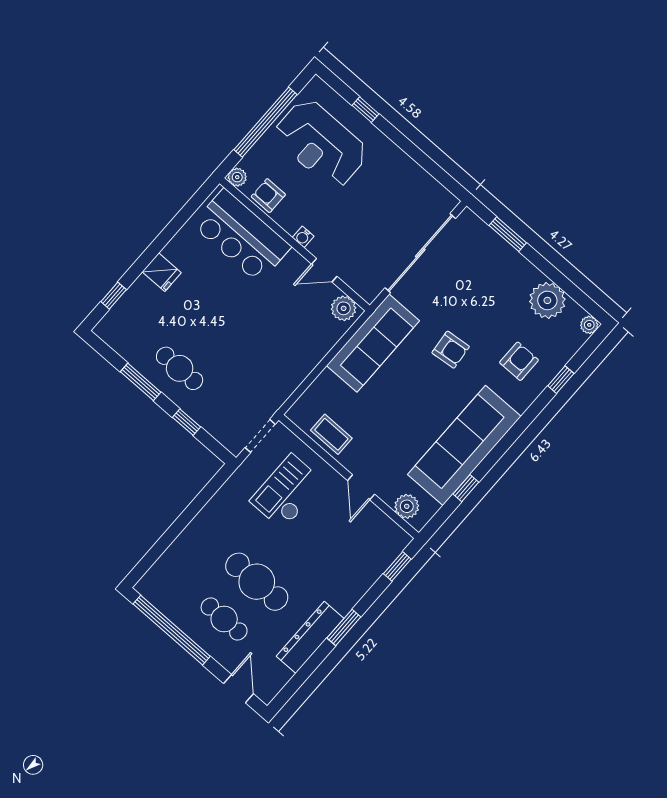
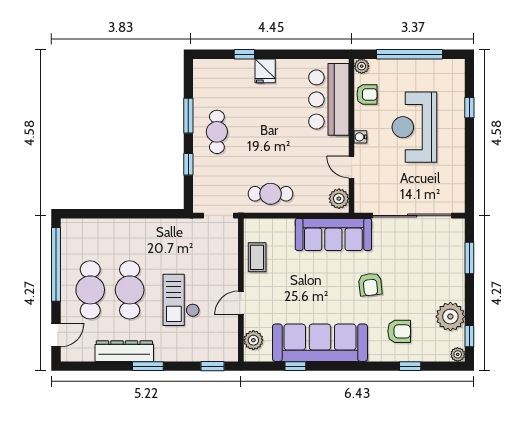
reception desk: (321, 143) -> (414, 127), moved
armchair: (268, 196) -> (367, 94), turned 90
window: (114, 296) -> (244, 54), moved
window: (582, 299) -> (469, 336), added
cafe table: (282, 369) -> (271, 194), added
checkout: (287, 492) -> (181, 300), moved, turned -90
cafe table: (224, 619) -> (90, 290), width x1.37, depth x1.35

